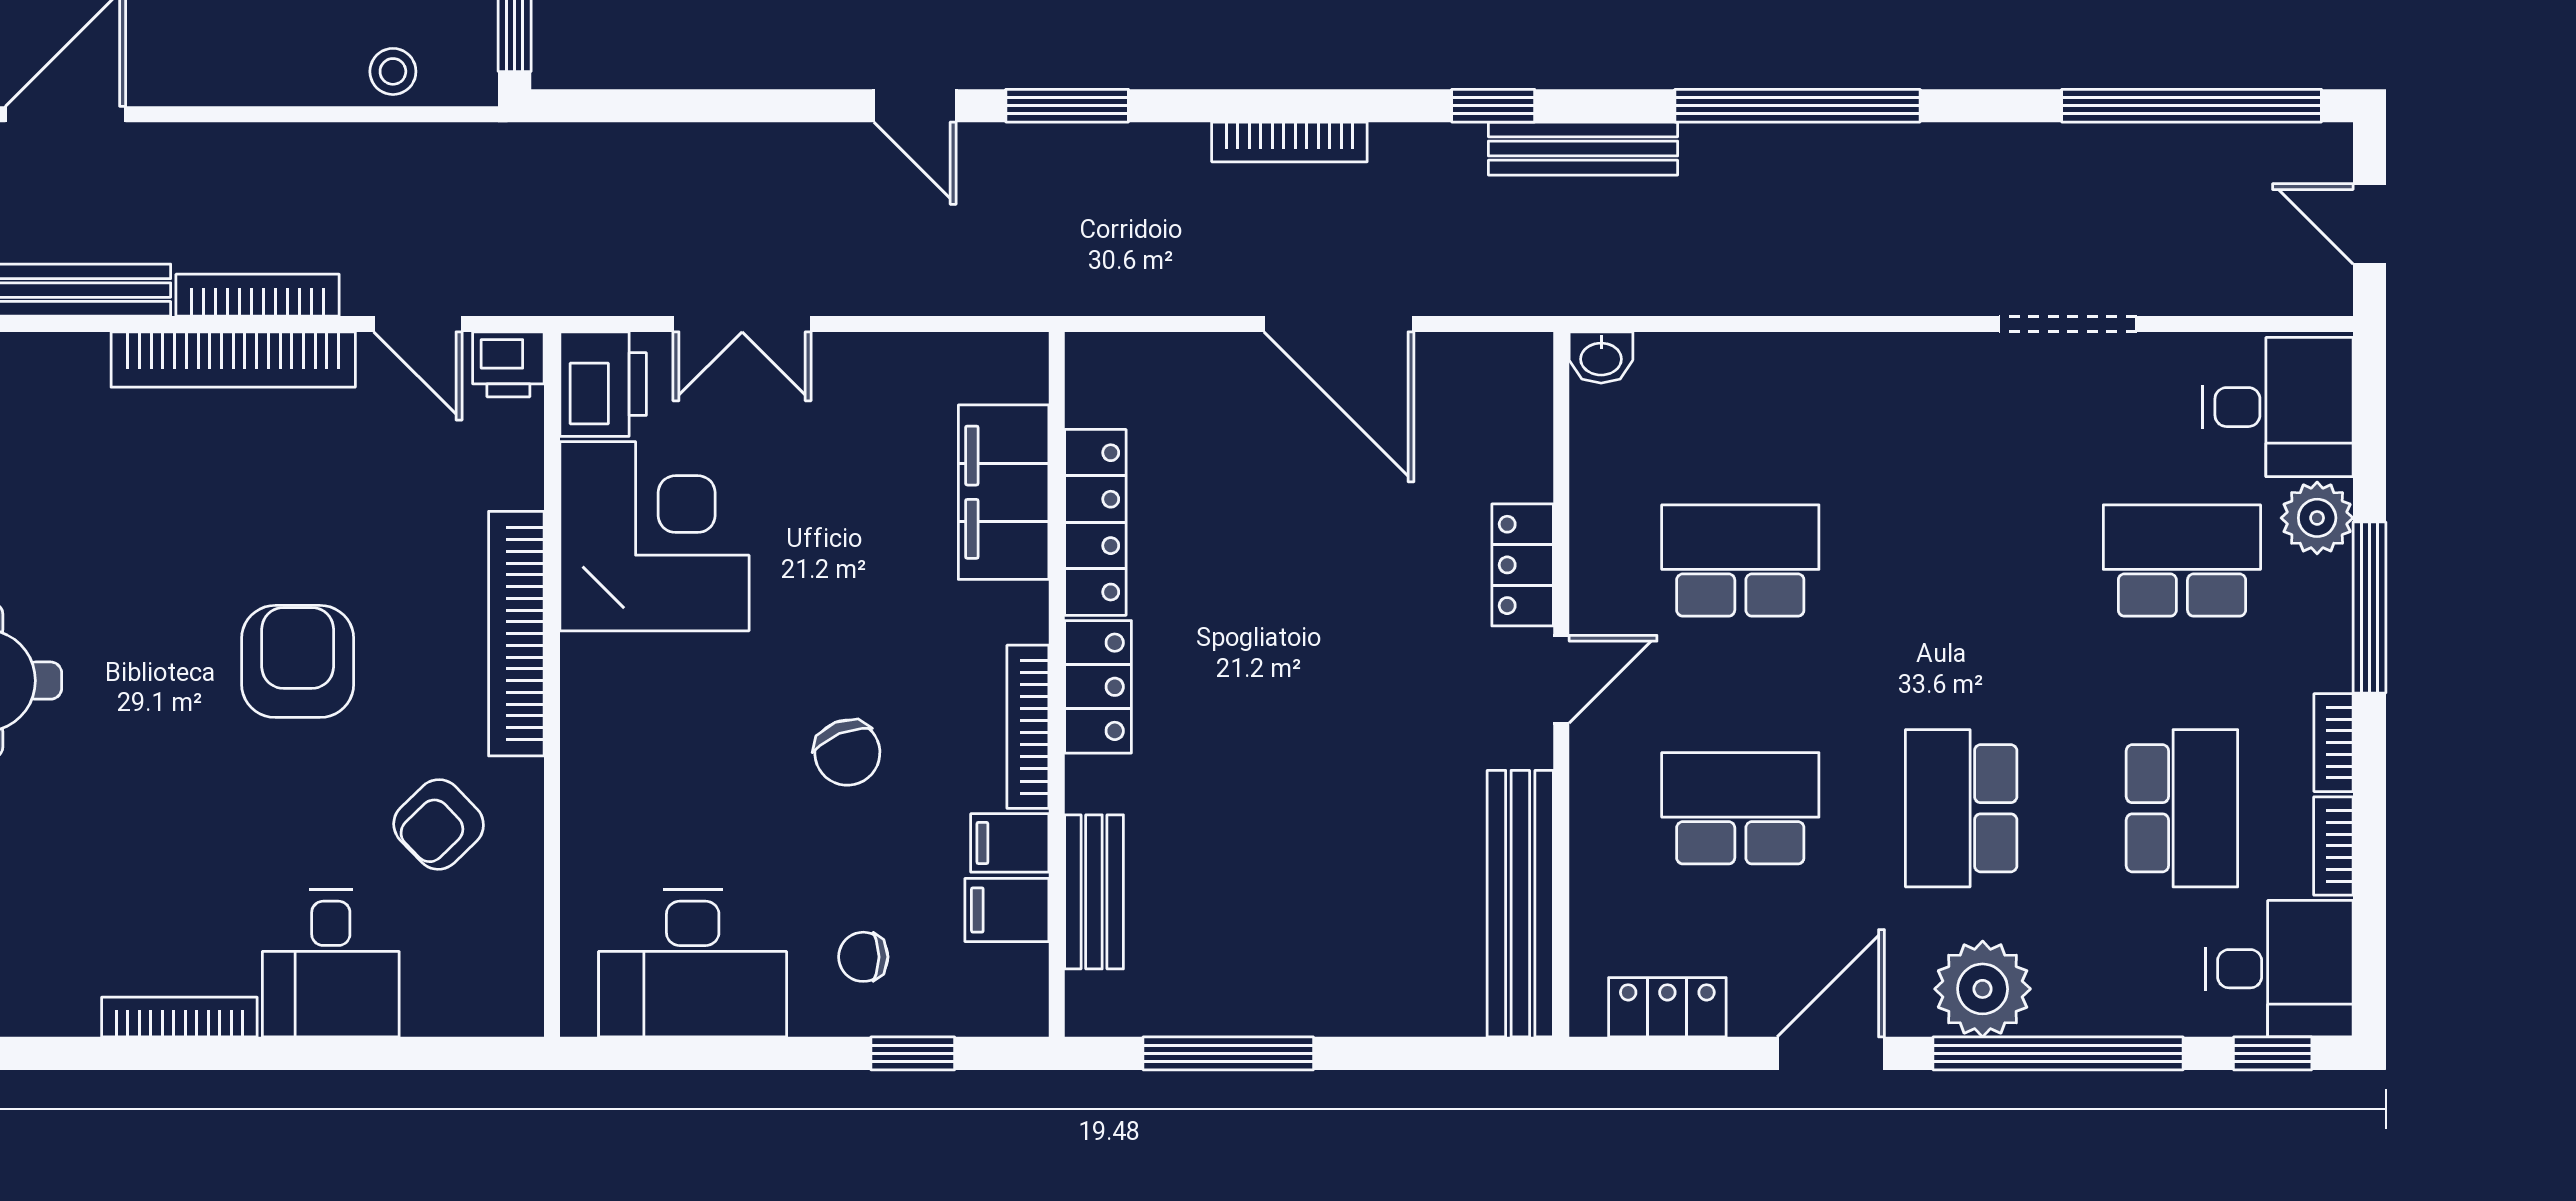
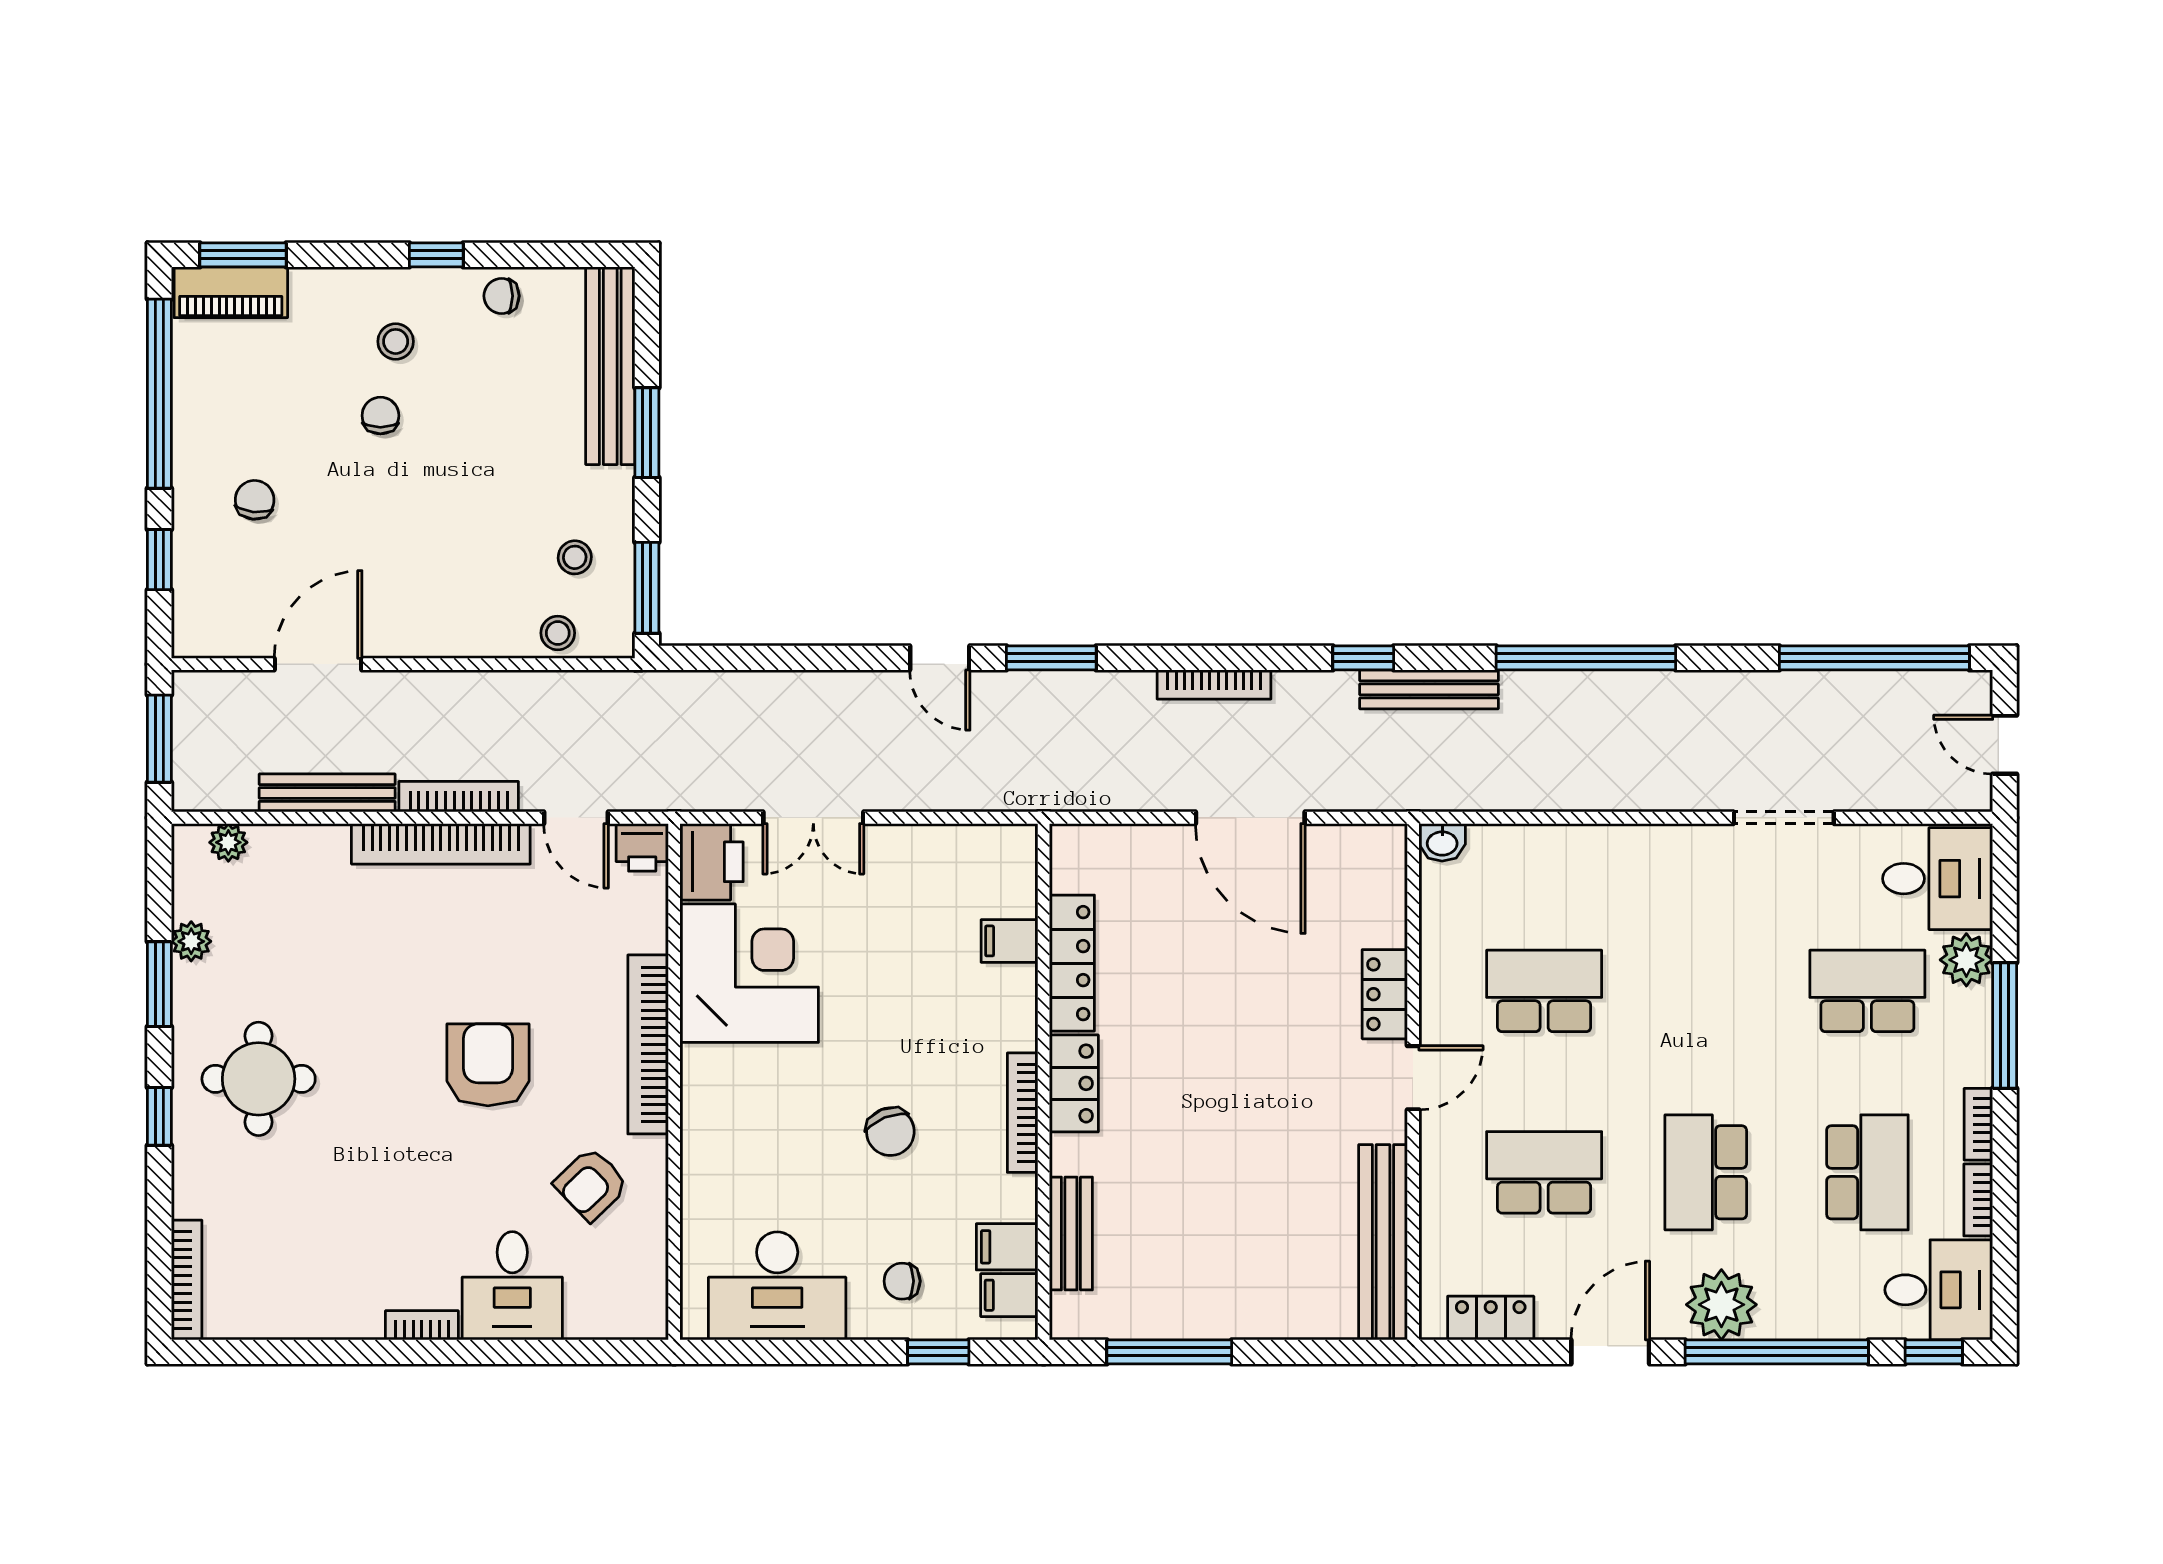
filing cabinet: (1004, 492) -> (1009, 941), width x0.33, depth x0.86
filing cabinet: (1010, 843) -> (1009, 1295), moved
bookcase: (179, 1017) -> (422, 1325), width x0.64

